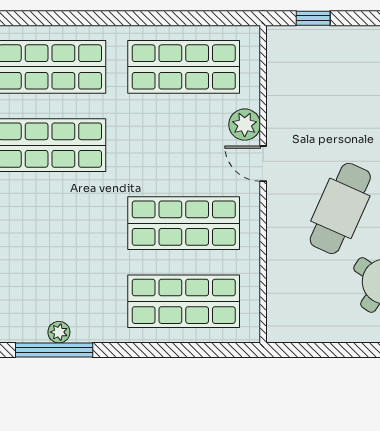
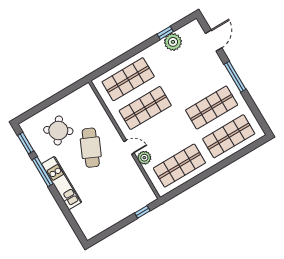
plant: (59, 332) -> (173, 42), width x1.87, depth x1.87
window: (54, 350) -> (165, 33), width x0.46

